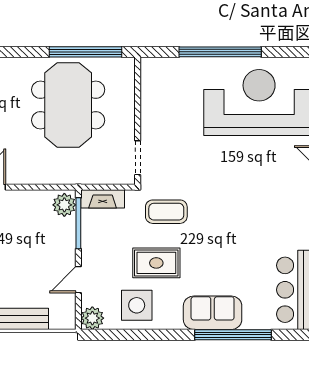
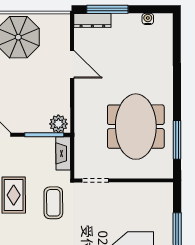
window: (85, 52) -> (177, 140), width x0.68
meeting table: (68, 105) -> (136, 127), turned 90

